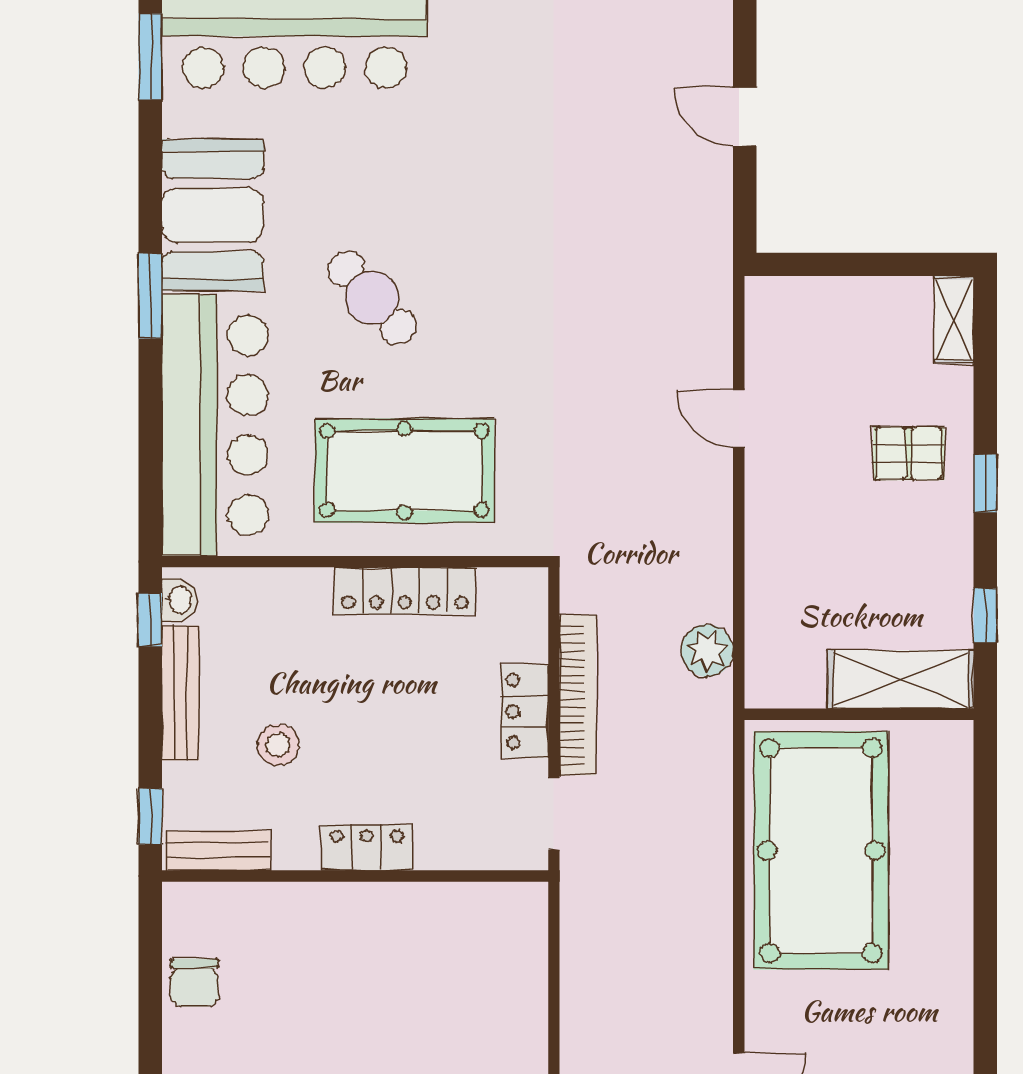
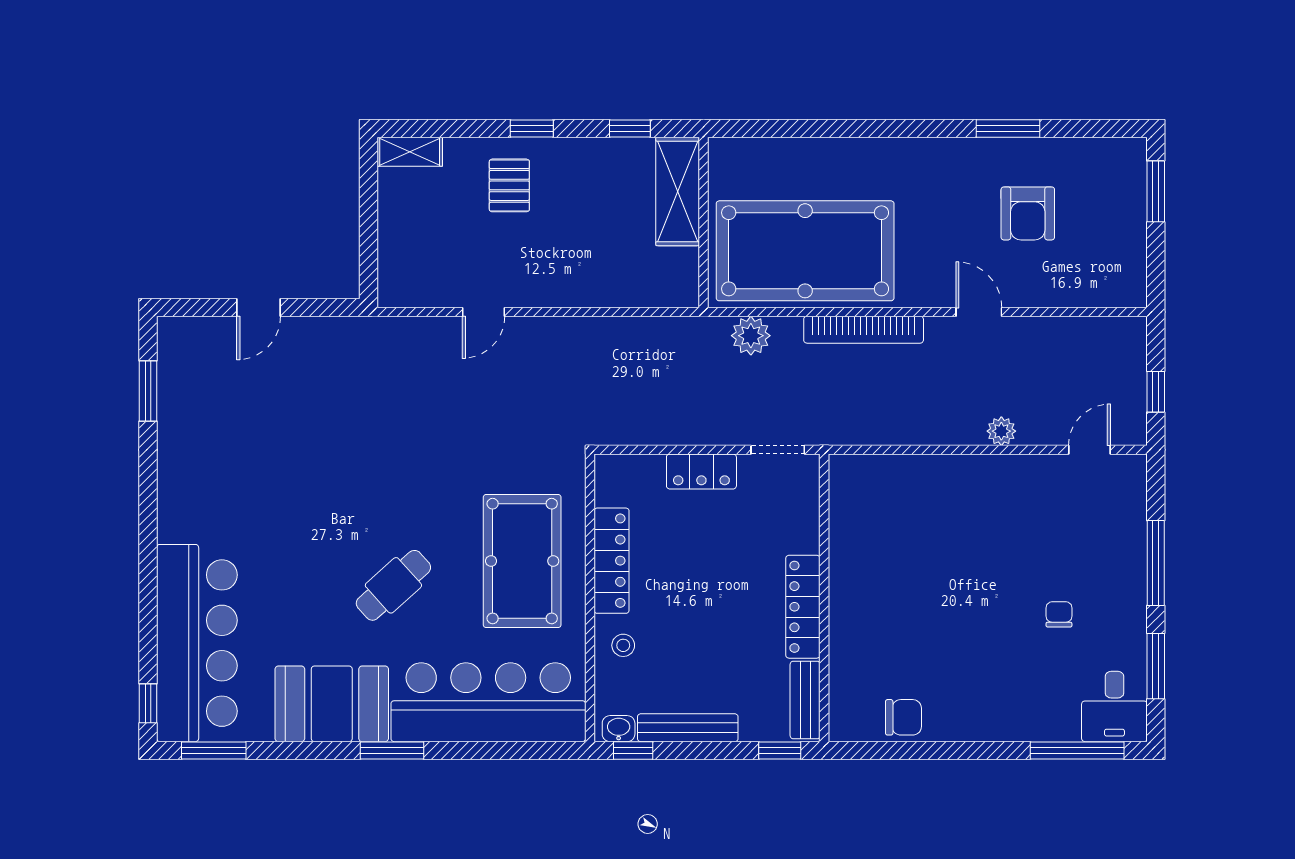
plant: (707, 651) -> (751, 336), moved
bookcase: (578, 695) -> (864, 330), moved, turned 180
stool: (278, 745) -> (623, 645), moved, width x0.73, depth x0.73
locker: (367, 848) -> (803, 607), width x1.53

